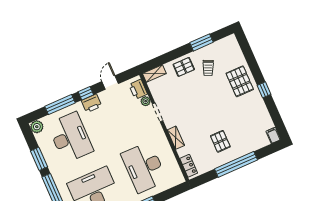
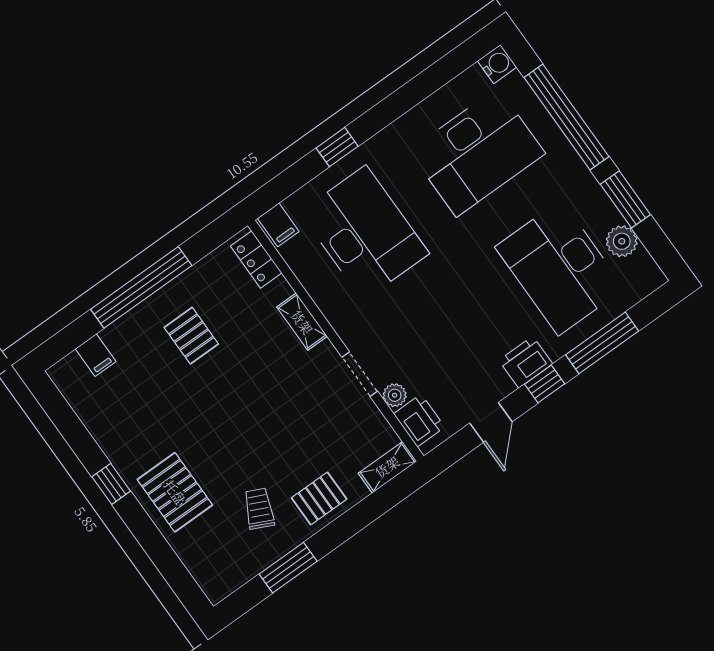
plant: (37, 127) -> (622, 241), moved
filing cabinet: (273, 135) -> (96, 355), moved
filing cabinet: (177, 178) -> (278, 225), added

